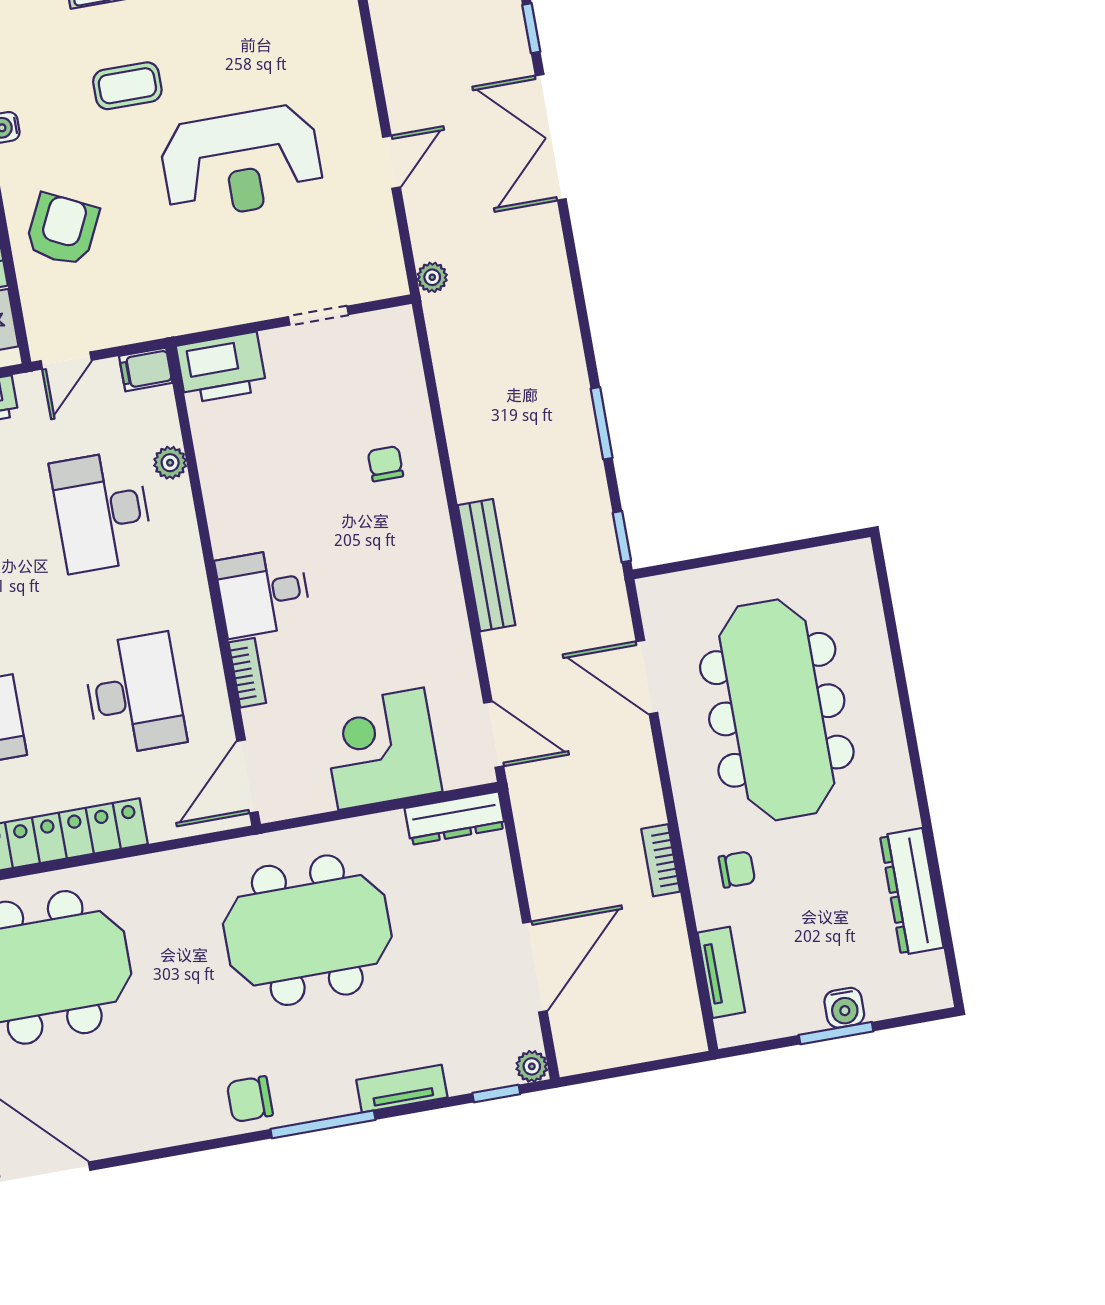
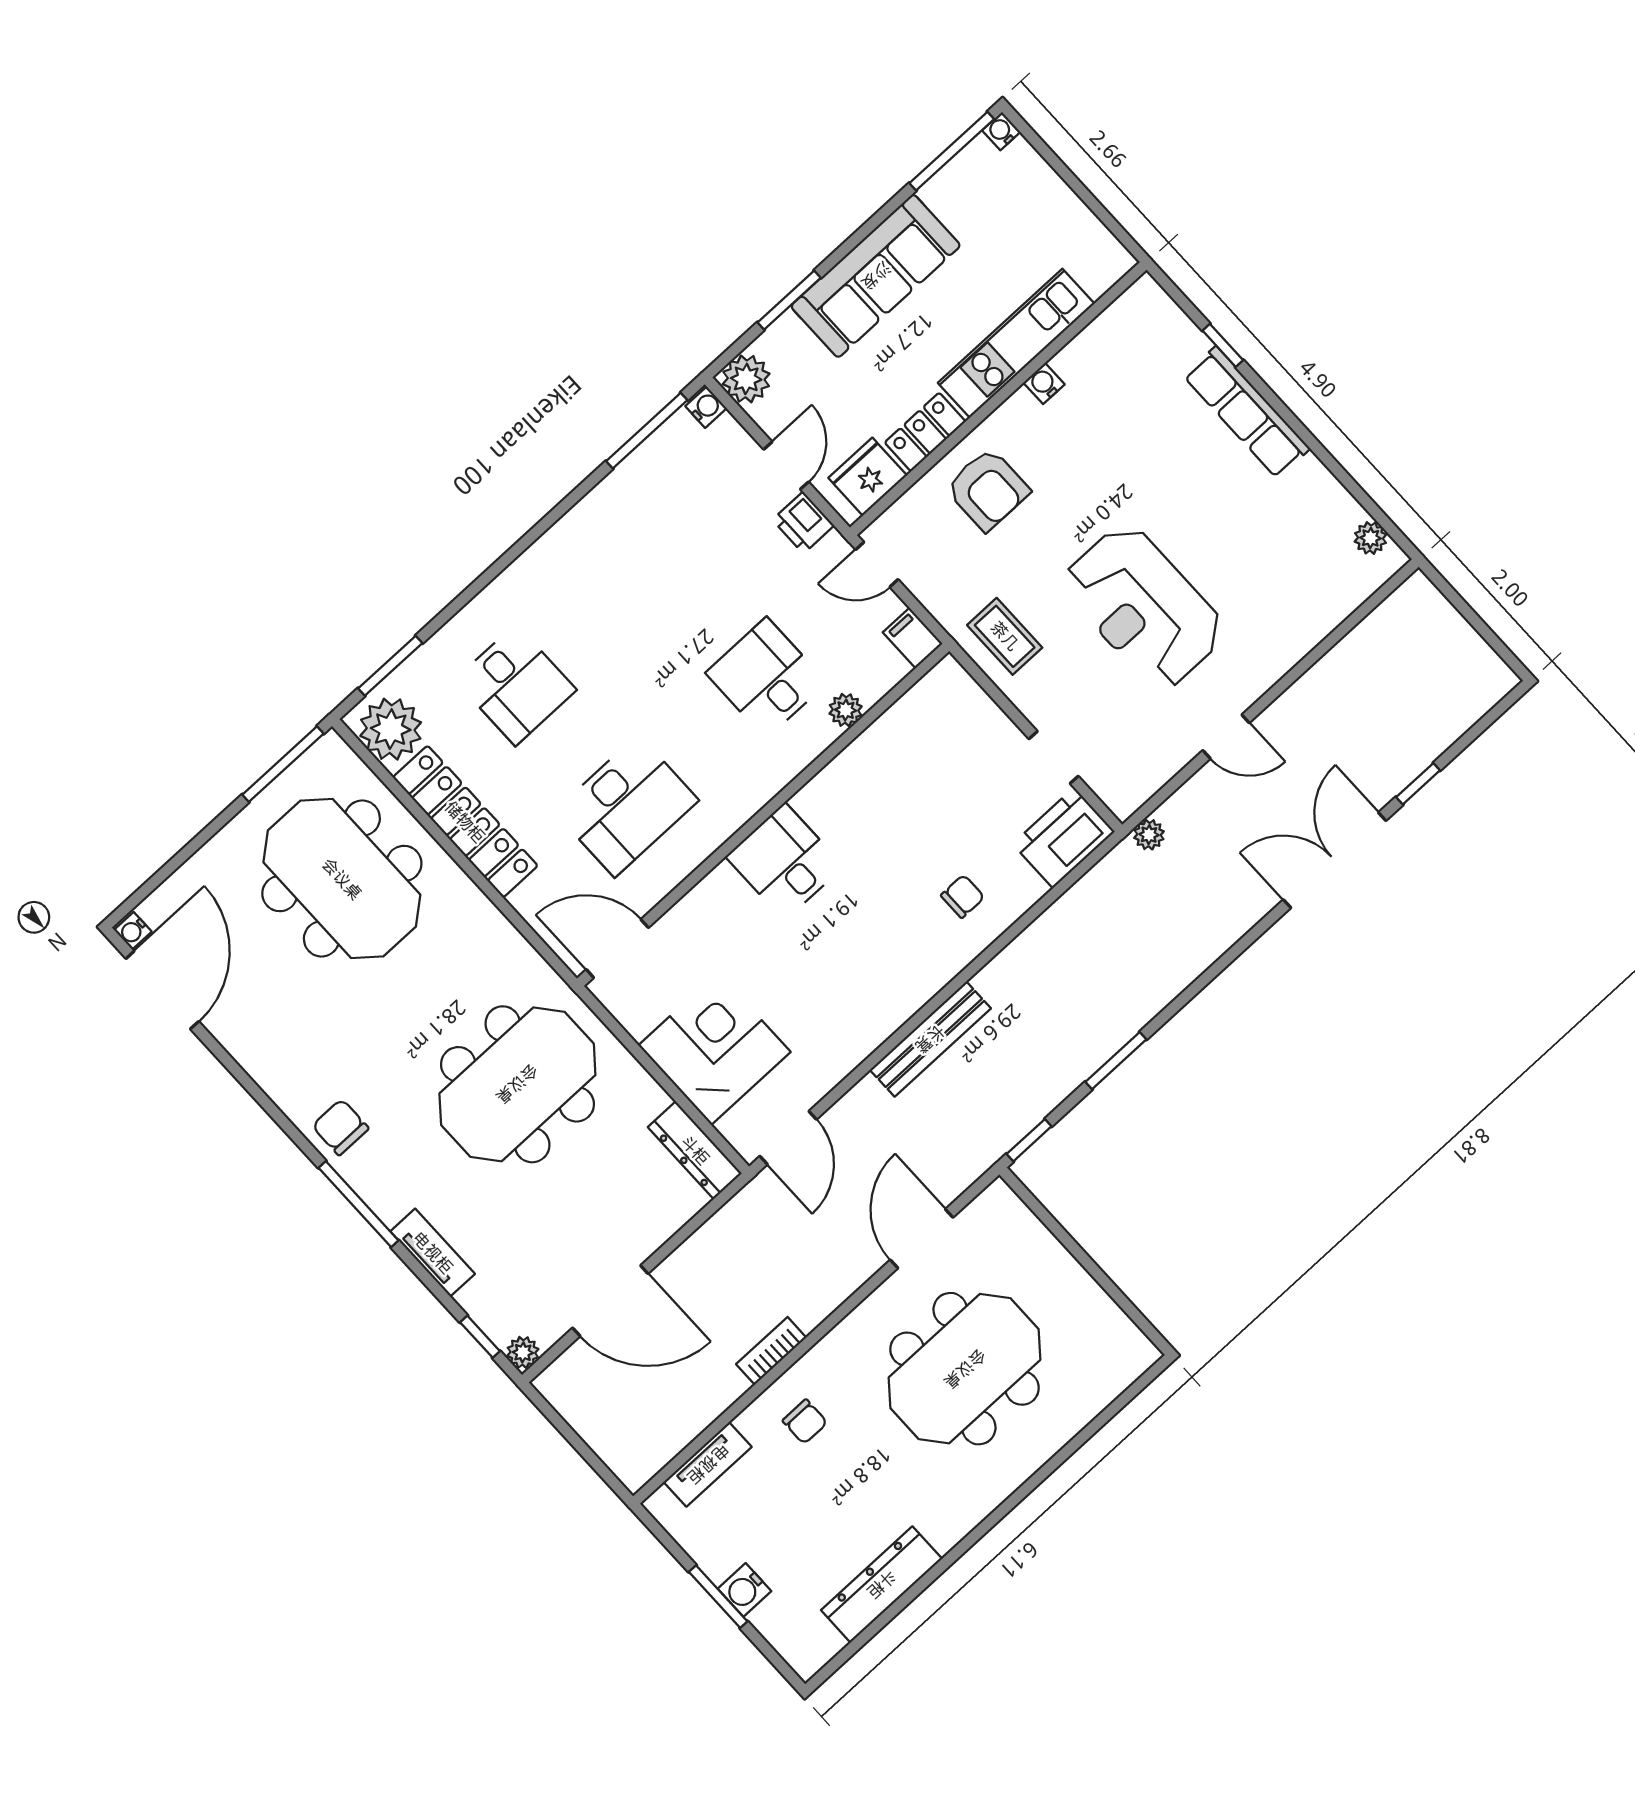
coffee table: (127, 86) -> (1005, 636), moved
armchair: (62, 230) -> (988, 489), turned 64
printer: (221, 368) -> (1064, 838), moved, turned 90
desk: (102, 511) -> (766, 678), width x0.73
bookcase: (247, 673) -> (707, 892), removed
meeting table: (777, 710) -> (965, 1369), width x0.73
meeting table: (307, 930) -> (517, 1084), turned 90

